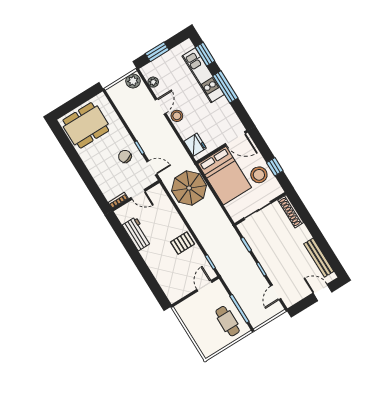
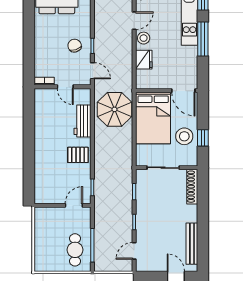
fridge: (195, 145) -> (144, 60), moved
workbench: (137, 234) -> (83, 121), moved, turned 180

